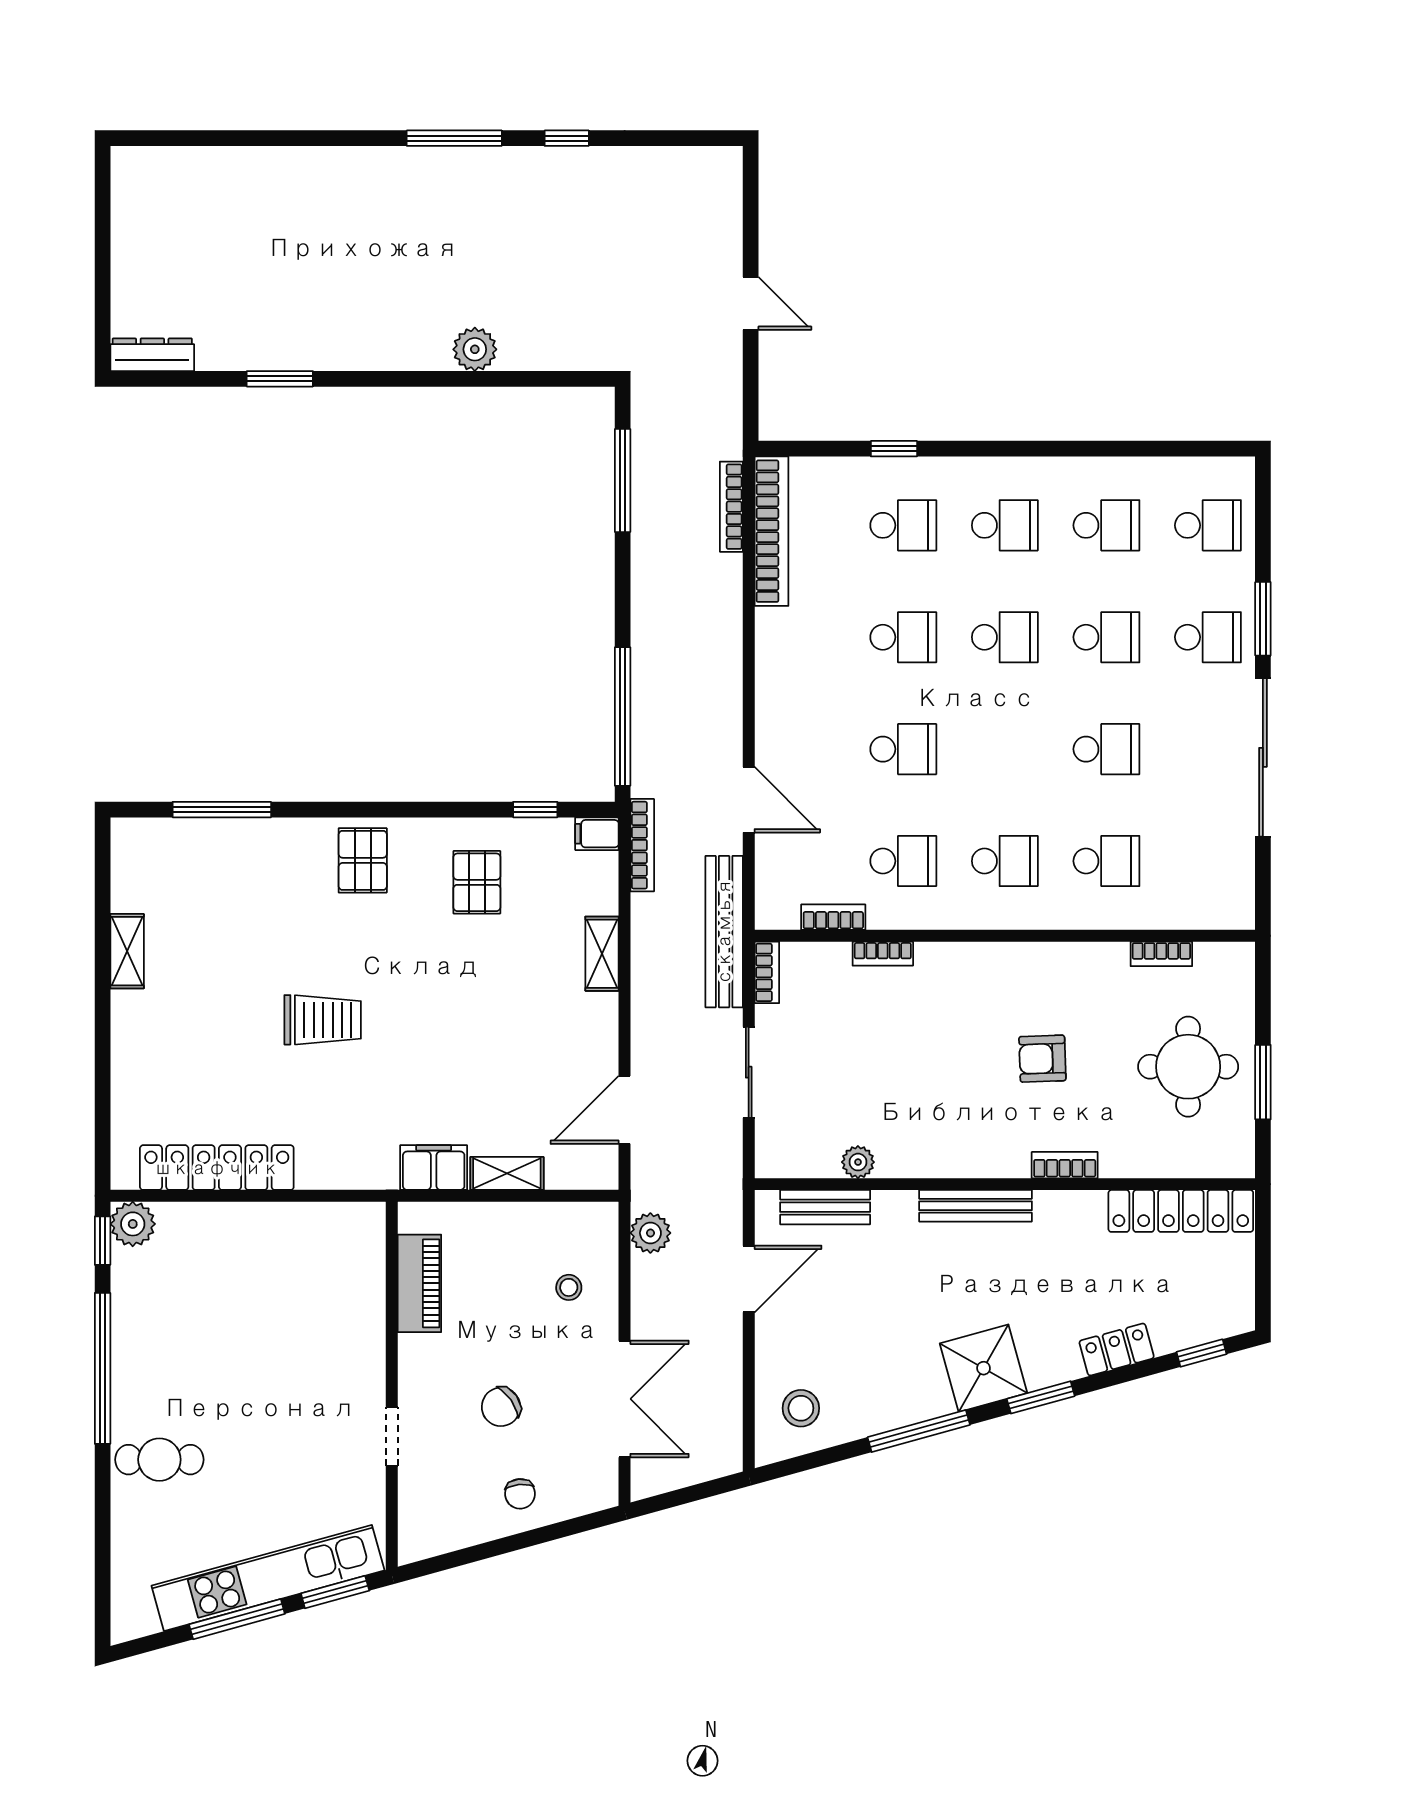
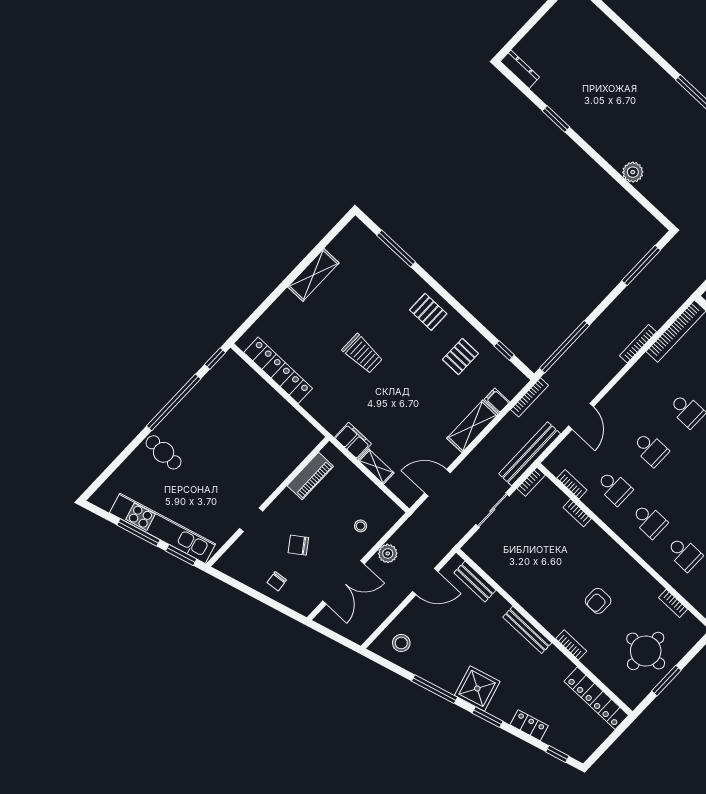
bookcase: (731, 507) -> (638, 344), moved
filing cabinet: (597, 834) -> (497, 401), moved
pallet: (363, 860) -> (428, 312), turned 90
shelving: (127, 951) -> (313, 275), width x1.50, depth x1.33
shelving: (602, 954) -> (472, 426), width x1.50, depth x1.33
armchair: (1042, 1059) -> (598, 601), turned -88
plant: (858, 1162) -> (501, 577), removed
plant: (133, 1224) -> (231, 362), removed
plant: (650, 1233) -> (388, 553), moved

